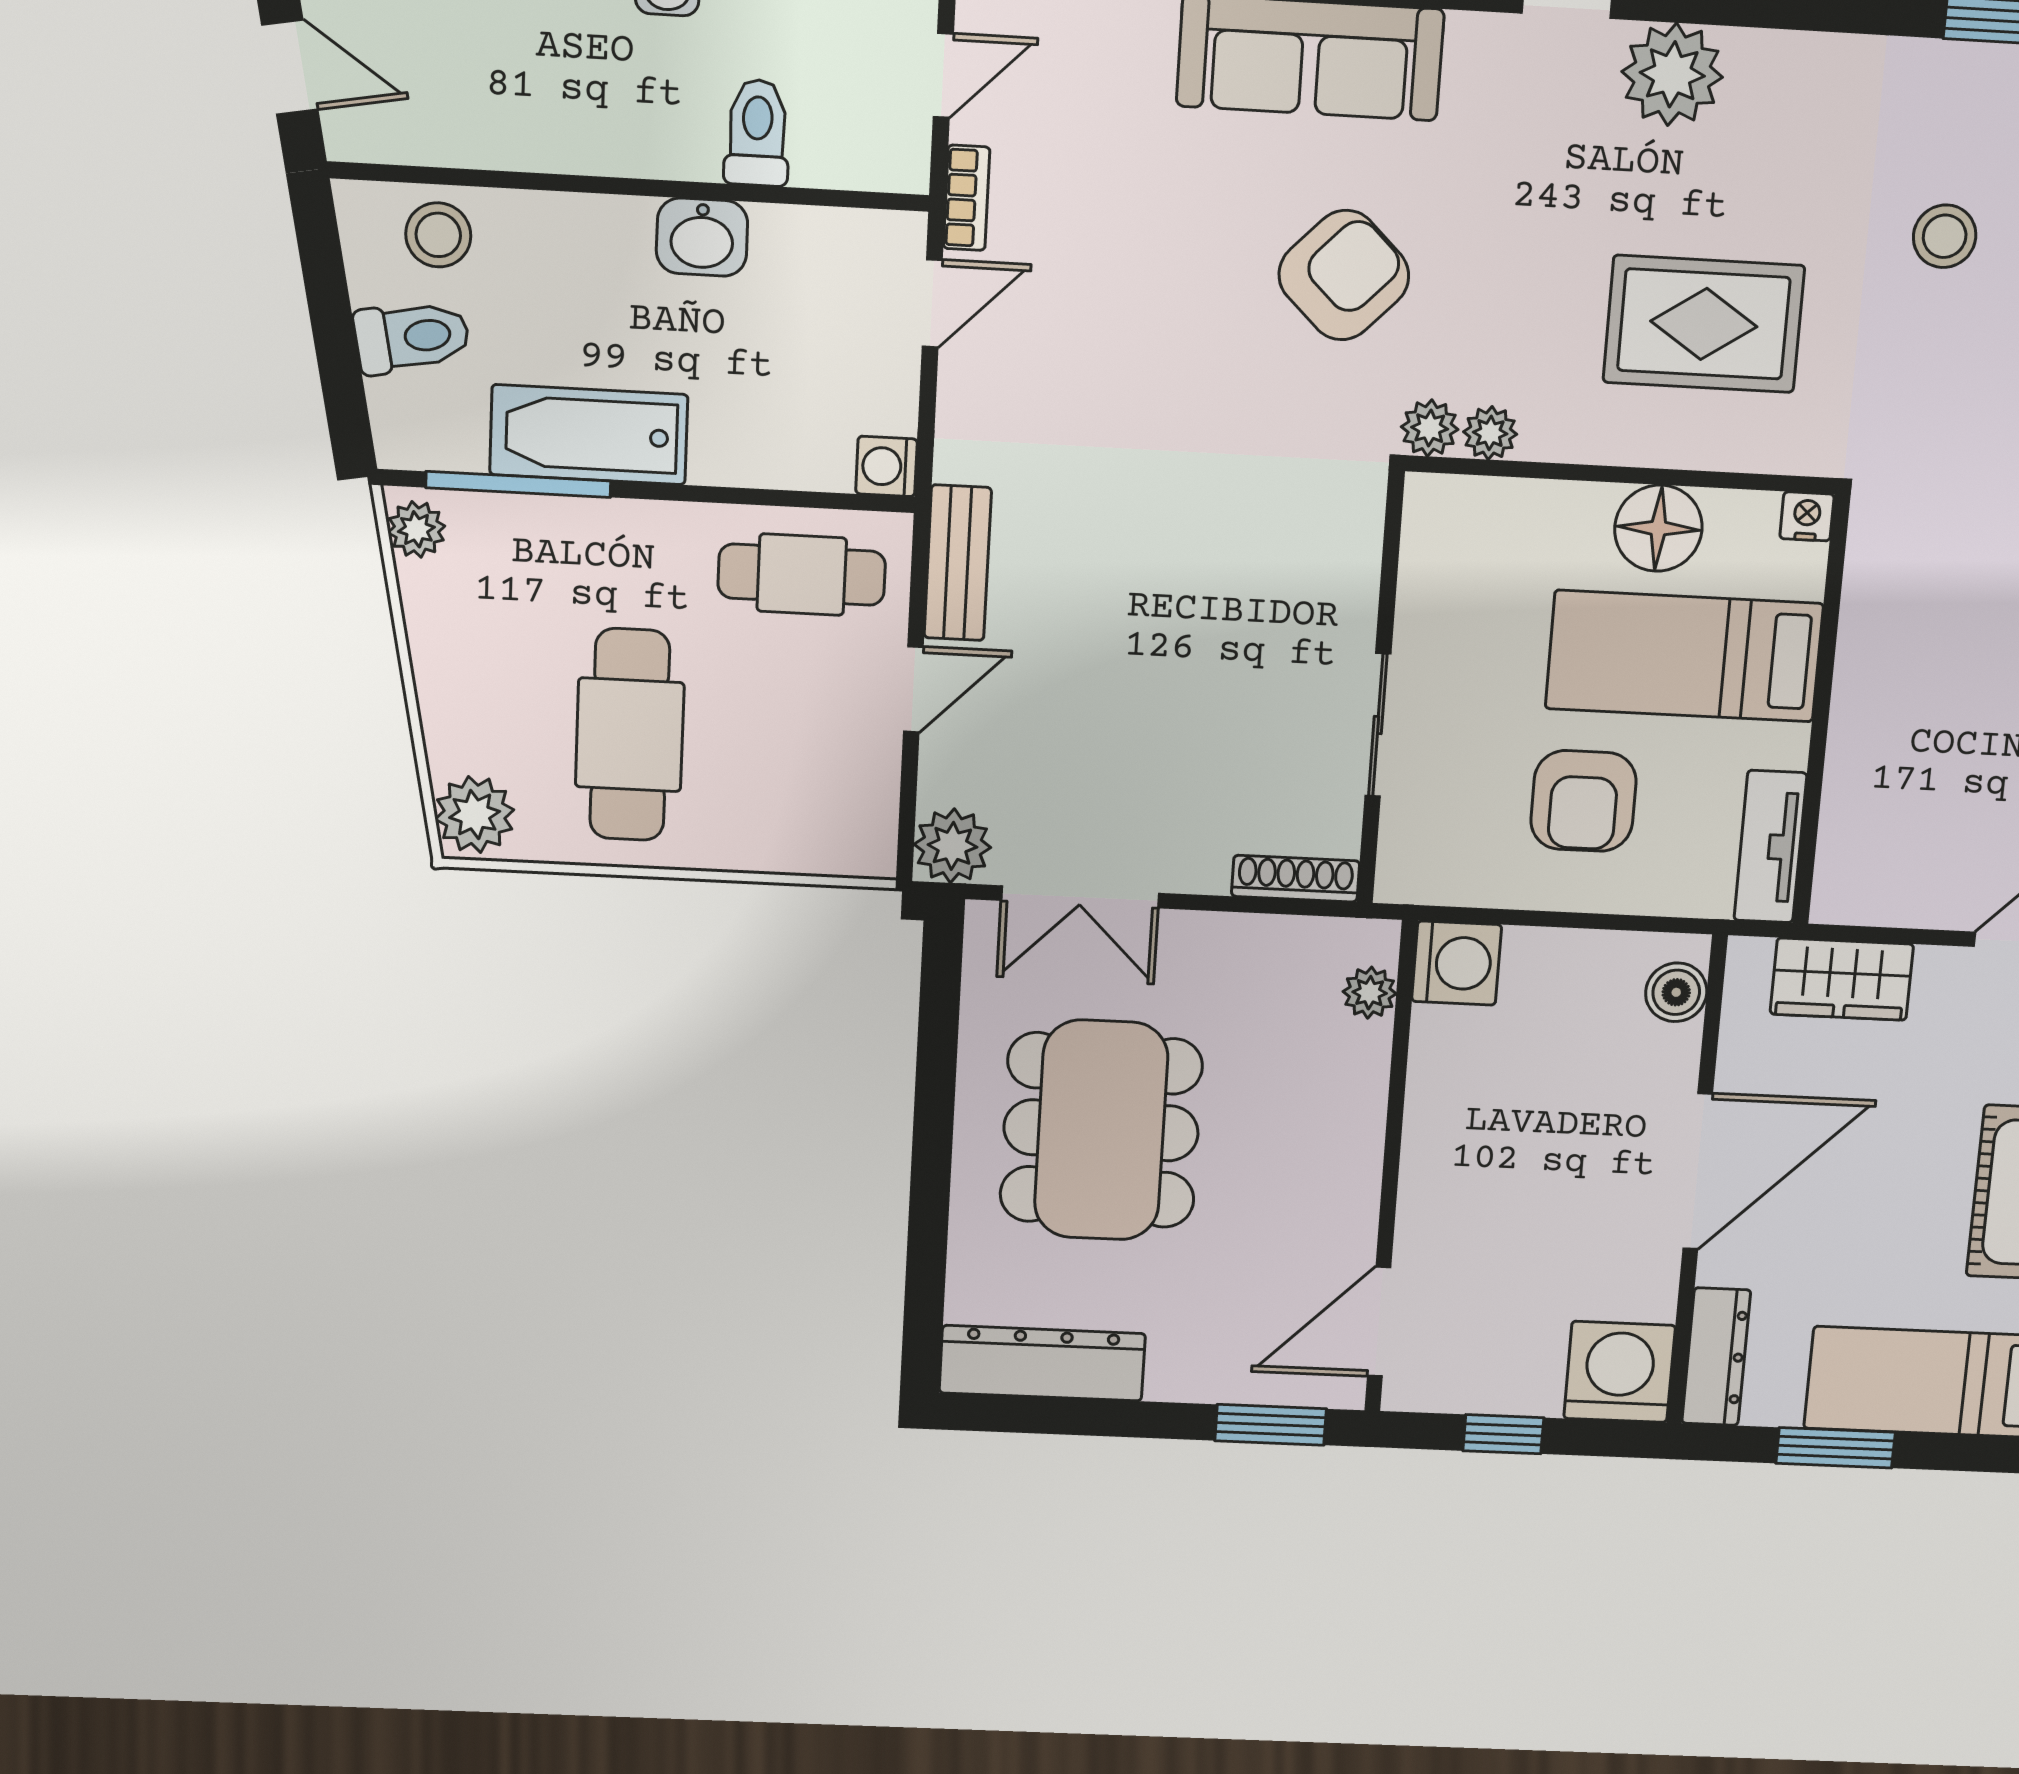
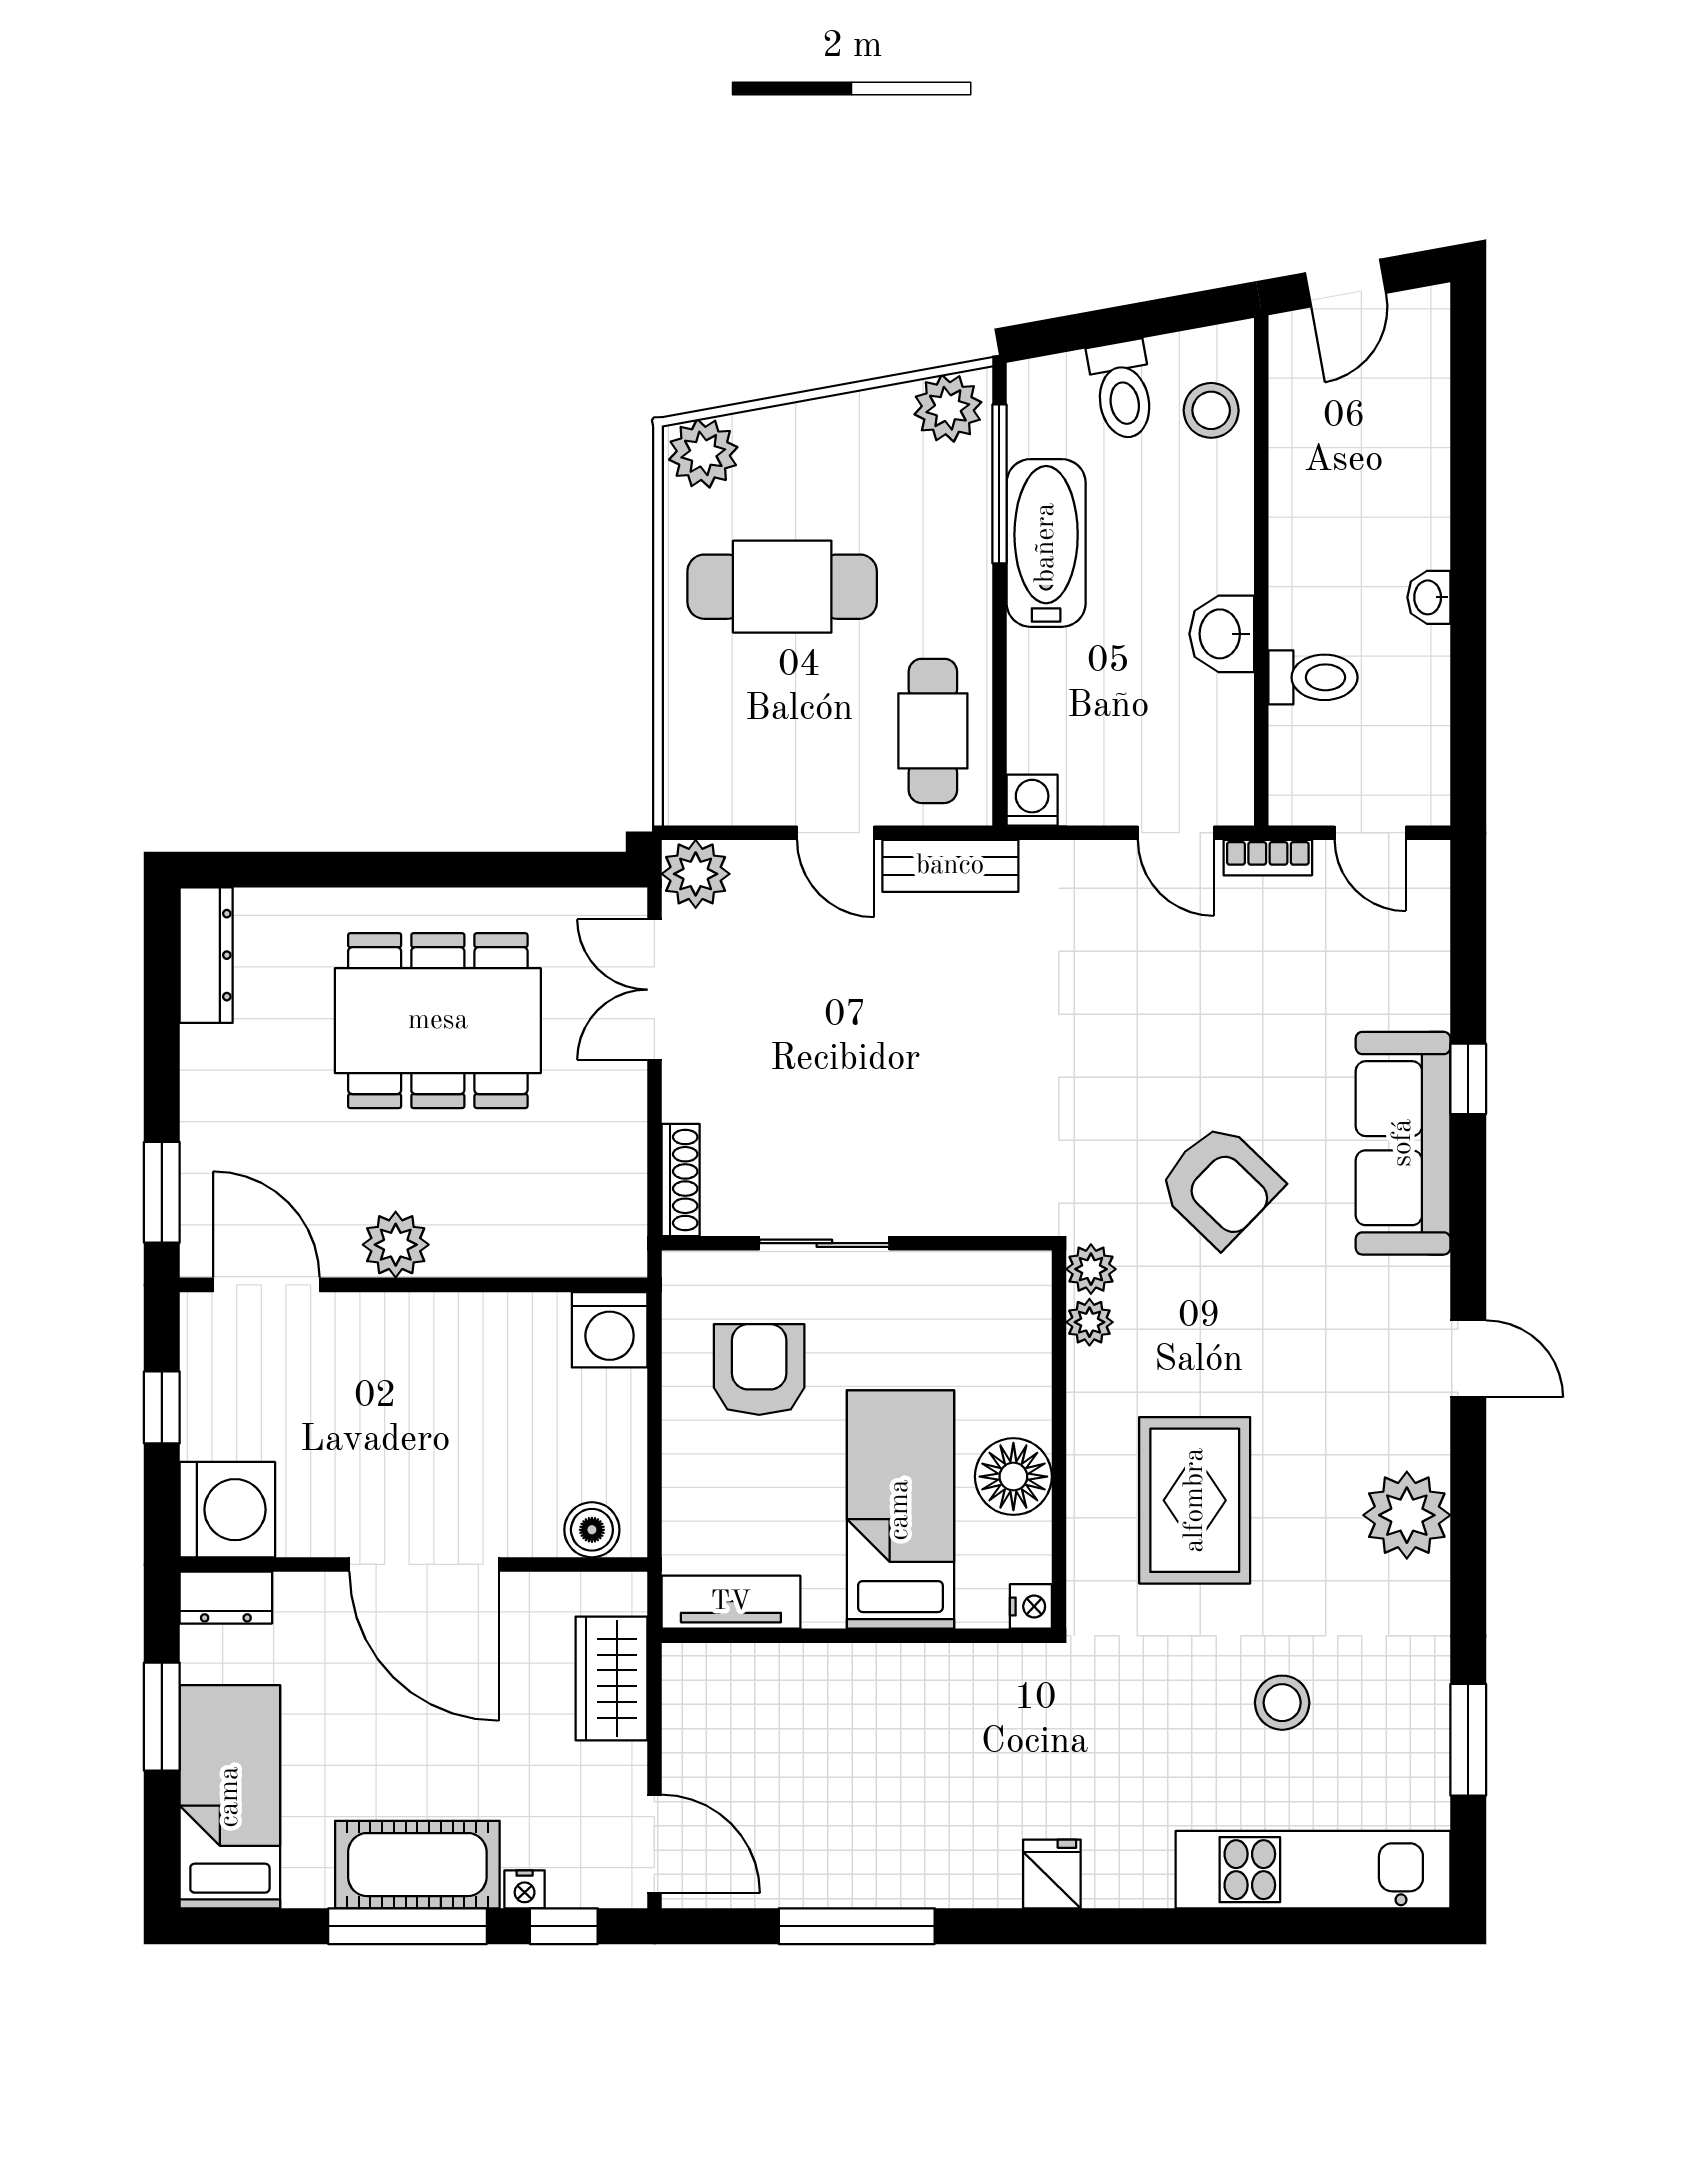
plant: (1672, 74) -> (1407, 1515), moved
plant: (416, 529) -> (948, 408), width x1.38, depth x1.38
armchair: (1583, 801) -> (759, 1369), moved, turned 90
plant: (1370, 993) -> (396, 1245), moved, width x1.38, depth x1.38
dresser: (1716, 1357) -> (226, 1598), width x0.70
dresser: (1042, 1363) -> (206, 955), width x0.73, depth x0.80

